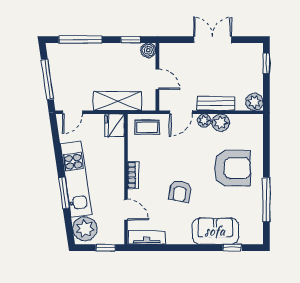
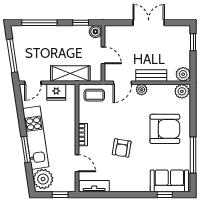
plant: (221, 123) -> (182, 91), moved
fridge: (115, 125) -> (56, 92), moved, turned -90
sofa: (215, 231) -> (169, 181), moved

